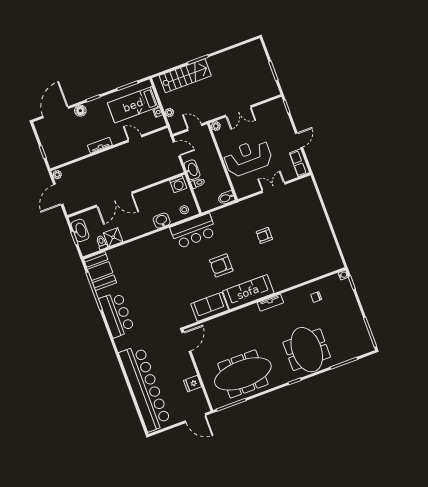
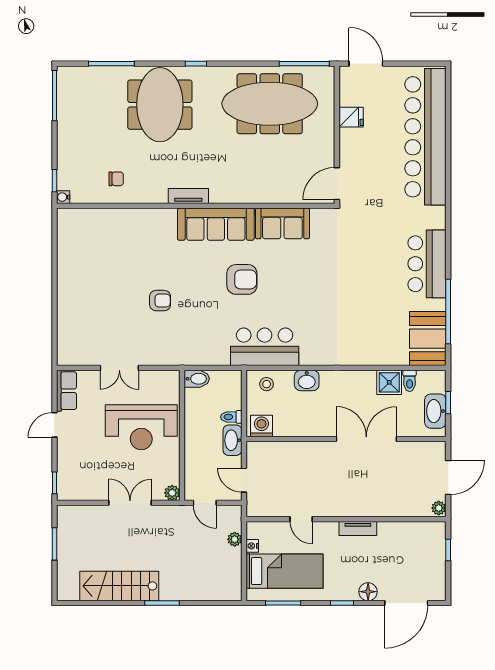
stairs: (185, 76) -> (119, 586), moved

